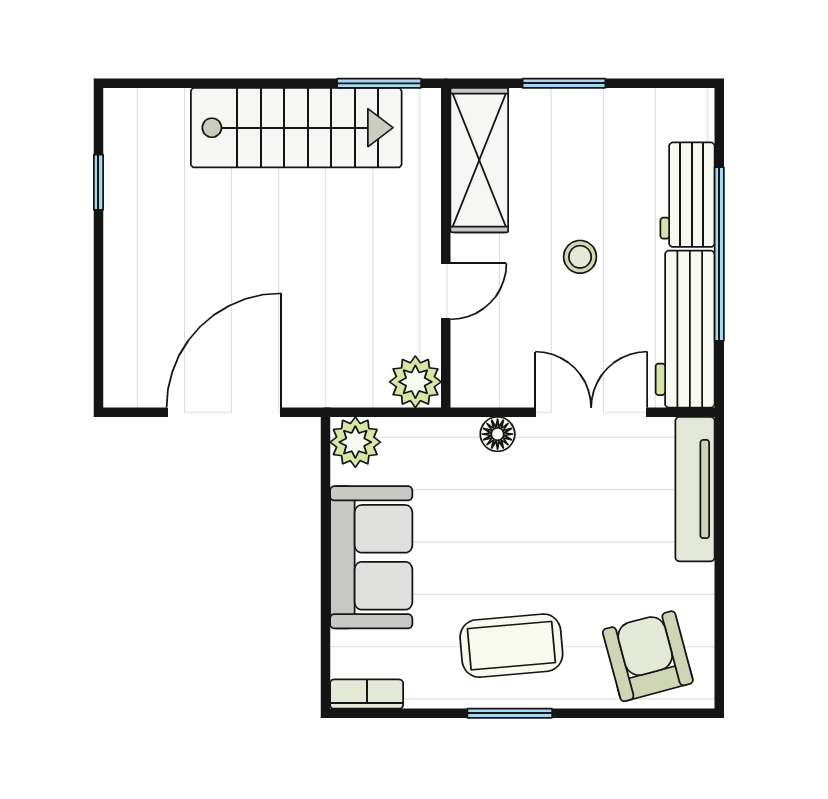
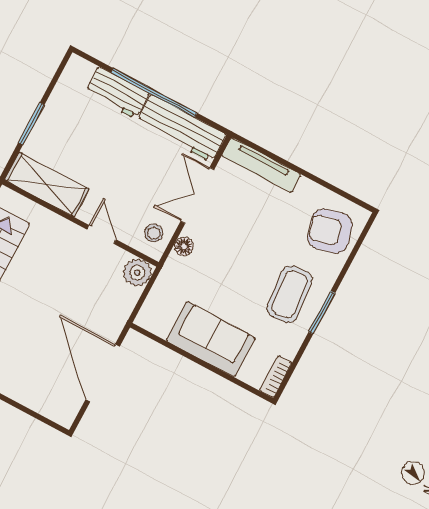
stool: (580, 257) -> (154, 233), moved
plant: (355, 442) -> (151, 317), removed

